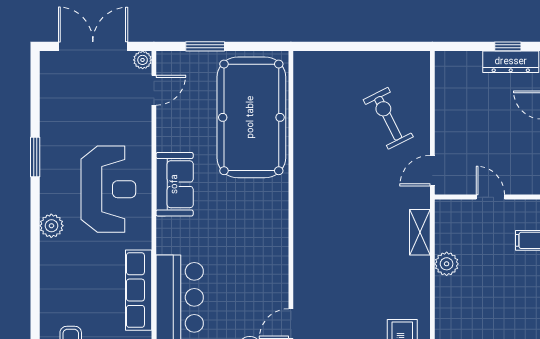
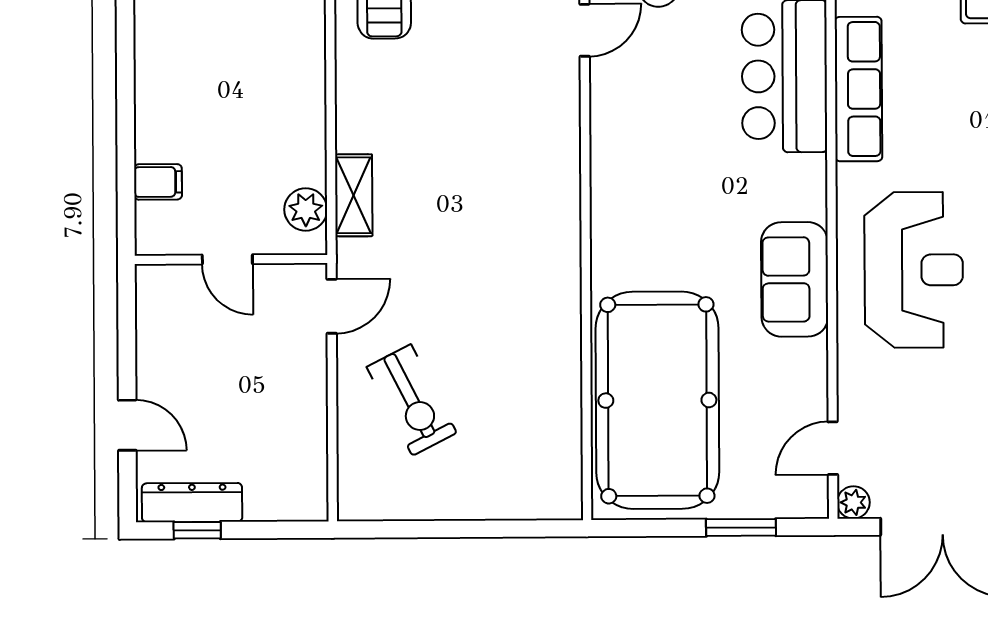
reception desk: (108, 189) -> (914, 270), turned 180
plant: (447, 264) -> (306, 209), moved

